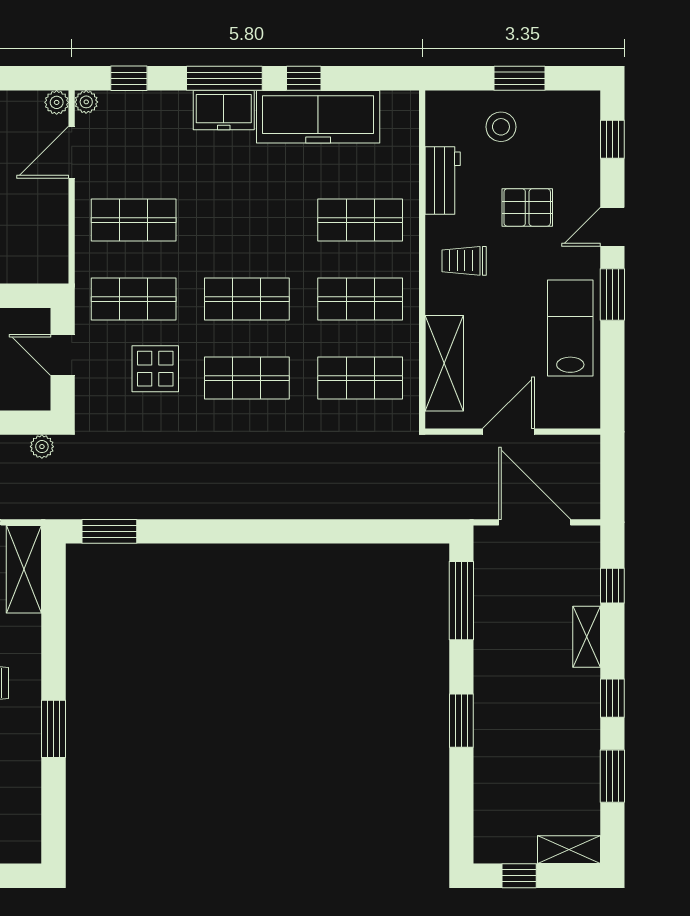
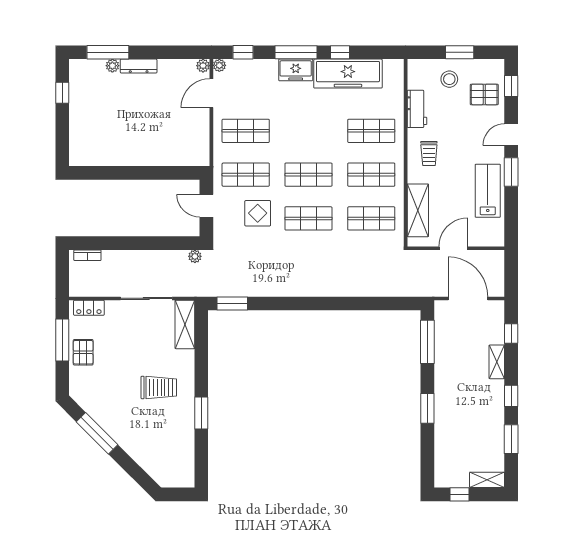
pallet: (527, 207) -> (484, 94), moved
trolley: (464, 261) -> (429, 153), turned -90

